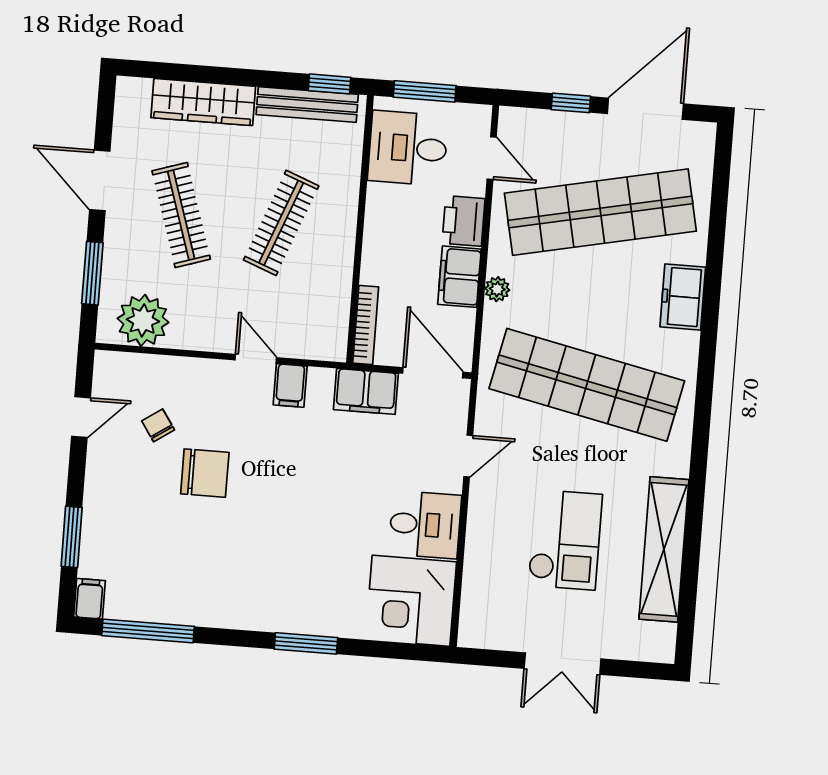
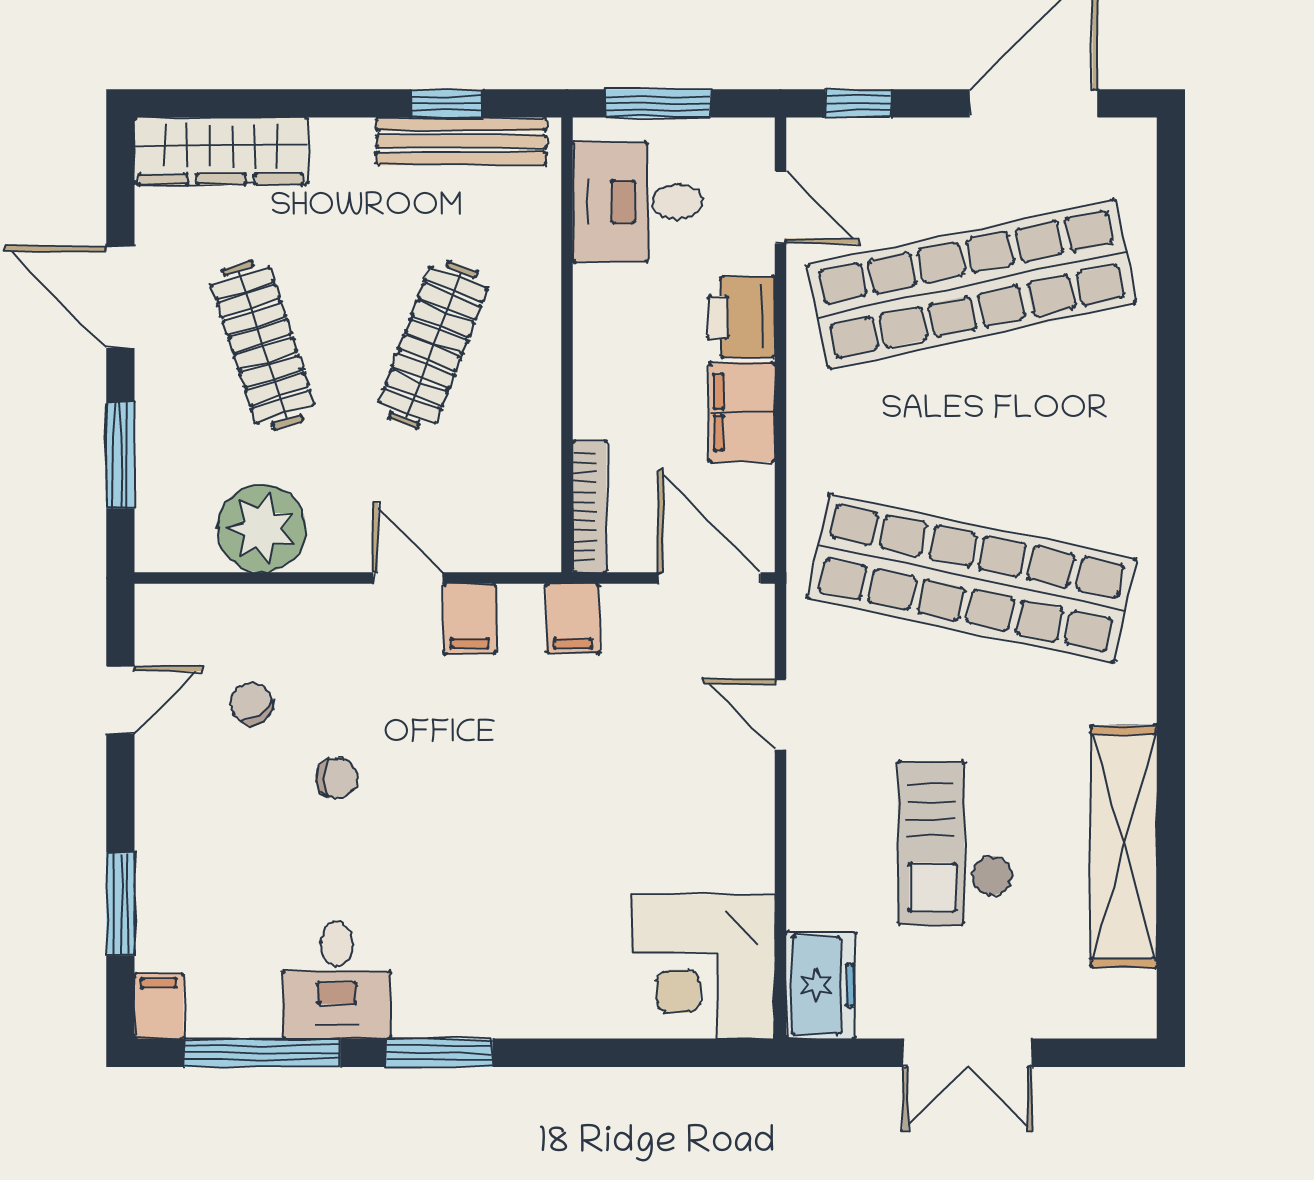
window: (330, 84) -> (447, 103), moved
wardrobe: (203, 102) -> (221, 151), moved
window: (571, 103) -> (858, 103), moved
plant: (497, 289) -> (807, 428), removed
freezer: (683, 297) -> (821, 985), moved, turned 180
plant: (143, 320) -> (262, 528), moved
filing cabinet: (366, 391) -> (573, 619), width x0.50
door: (468, 456) -> (780, 714), swing flipped
chair: (205, 473) -> (337, 778), width x0.54, depth x0.54
desk: (425, 525) -> (337, 980), moved, turned 90
checkout: (565, 540) -> (955, 843), turned 180
window: (306, 643) -> (439, 1053), moved

